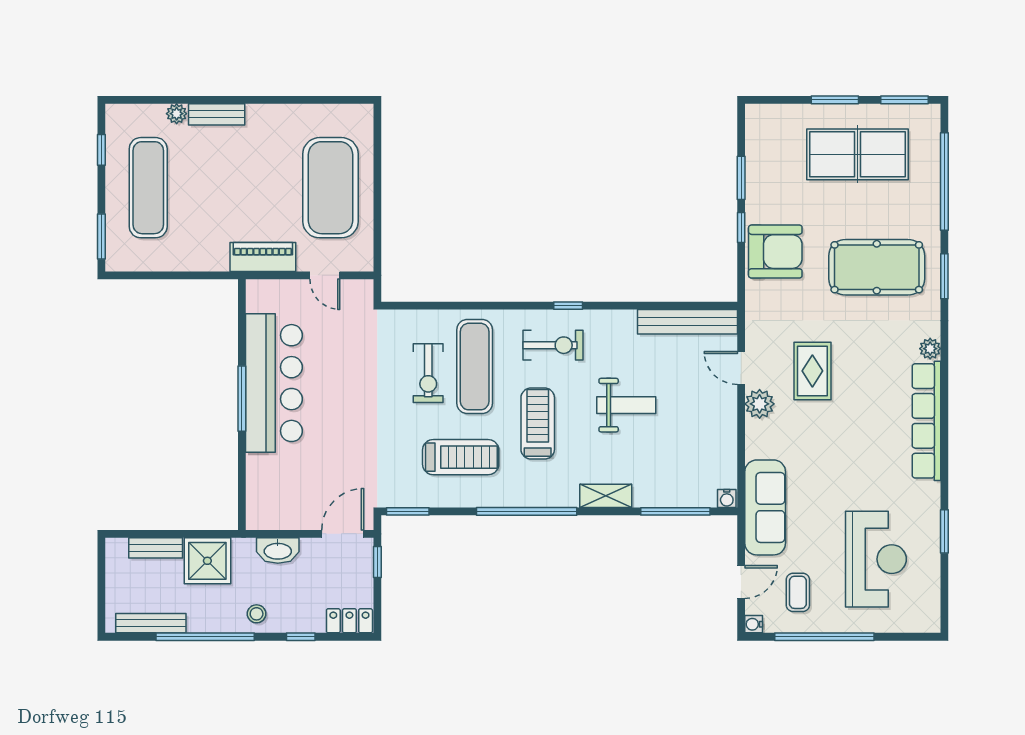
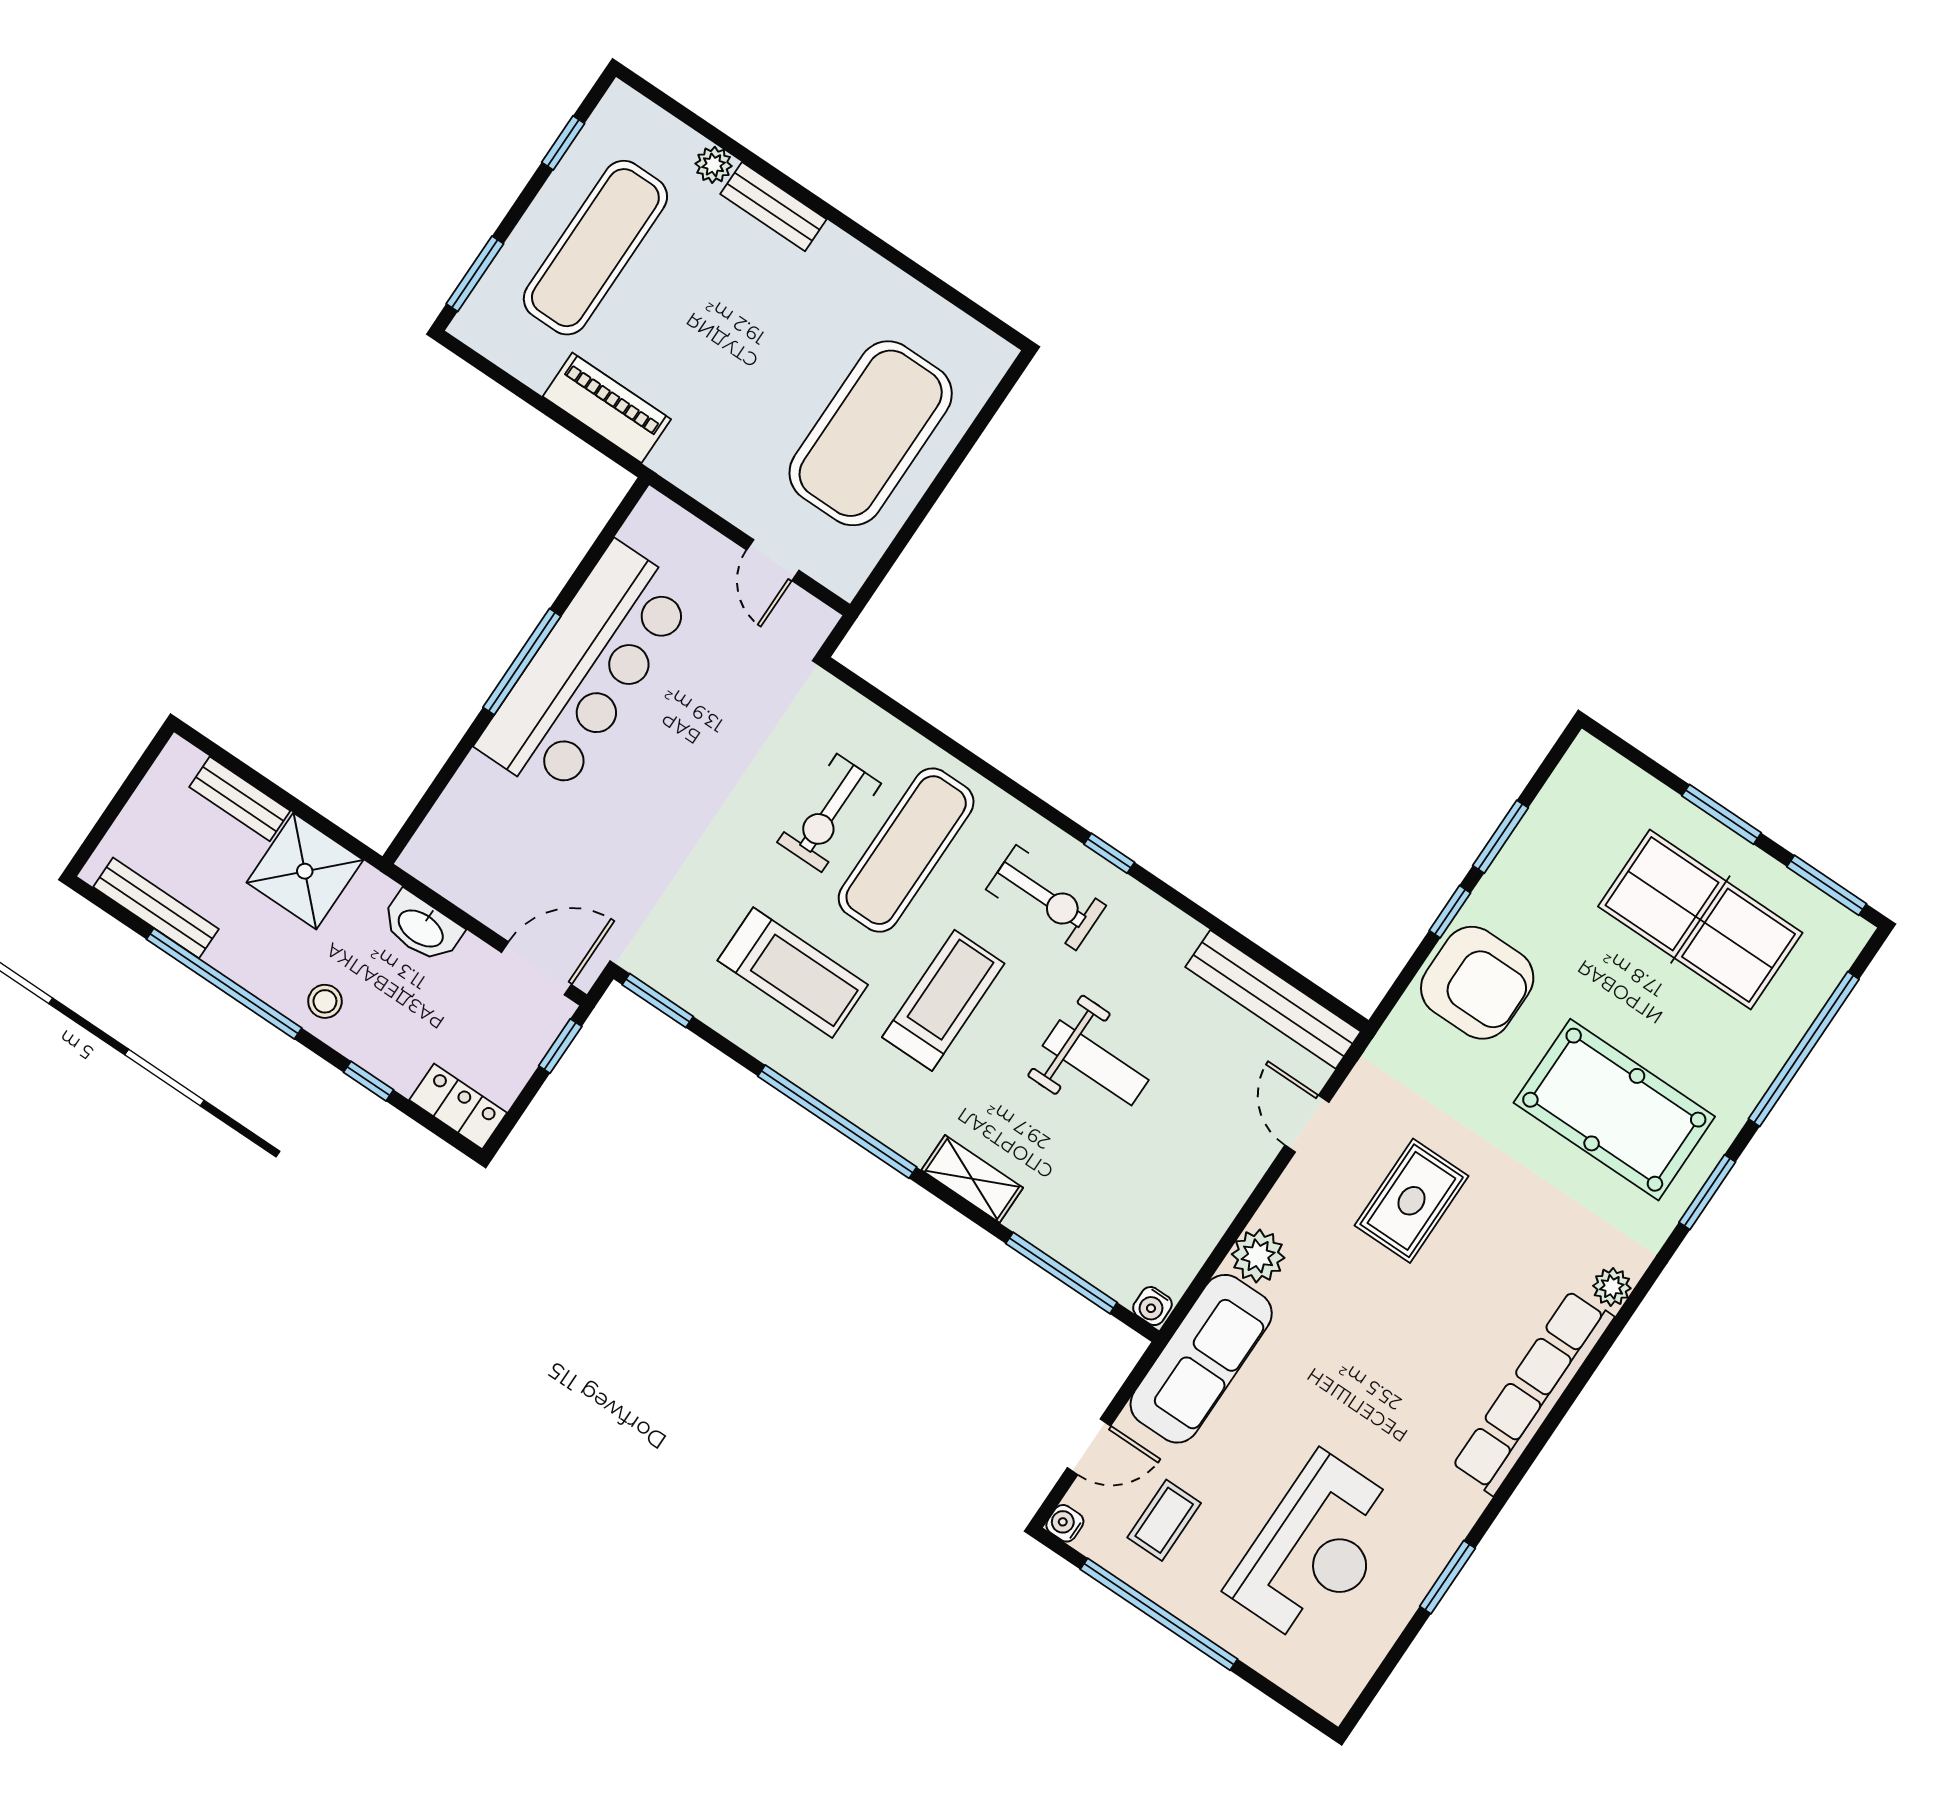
piano: (263, 257) -> (607, 408), moved
plant: (760, 404) -> (1258, 1256), moved

